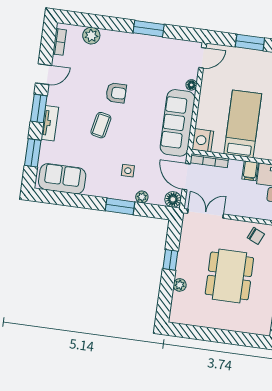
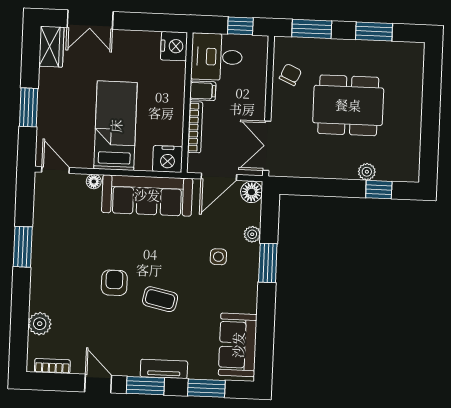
bed: (243, 124) -> (116, 126), moved, turned 90
bookcase: (209, 161) -> (195, 127), moved
window: (170, 260) -> (379, 190), moved

